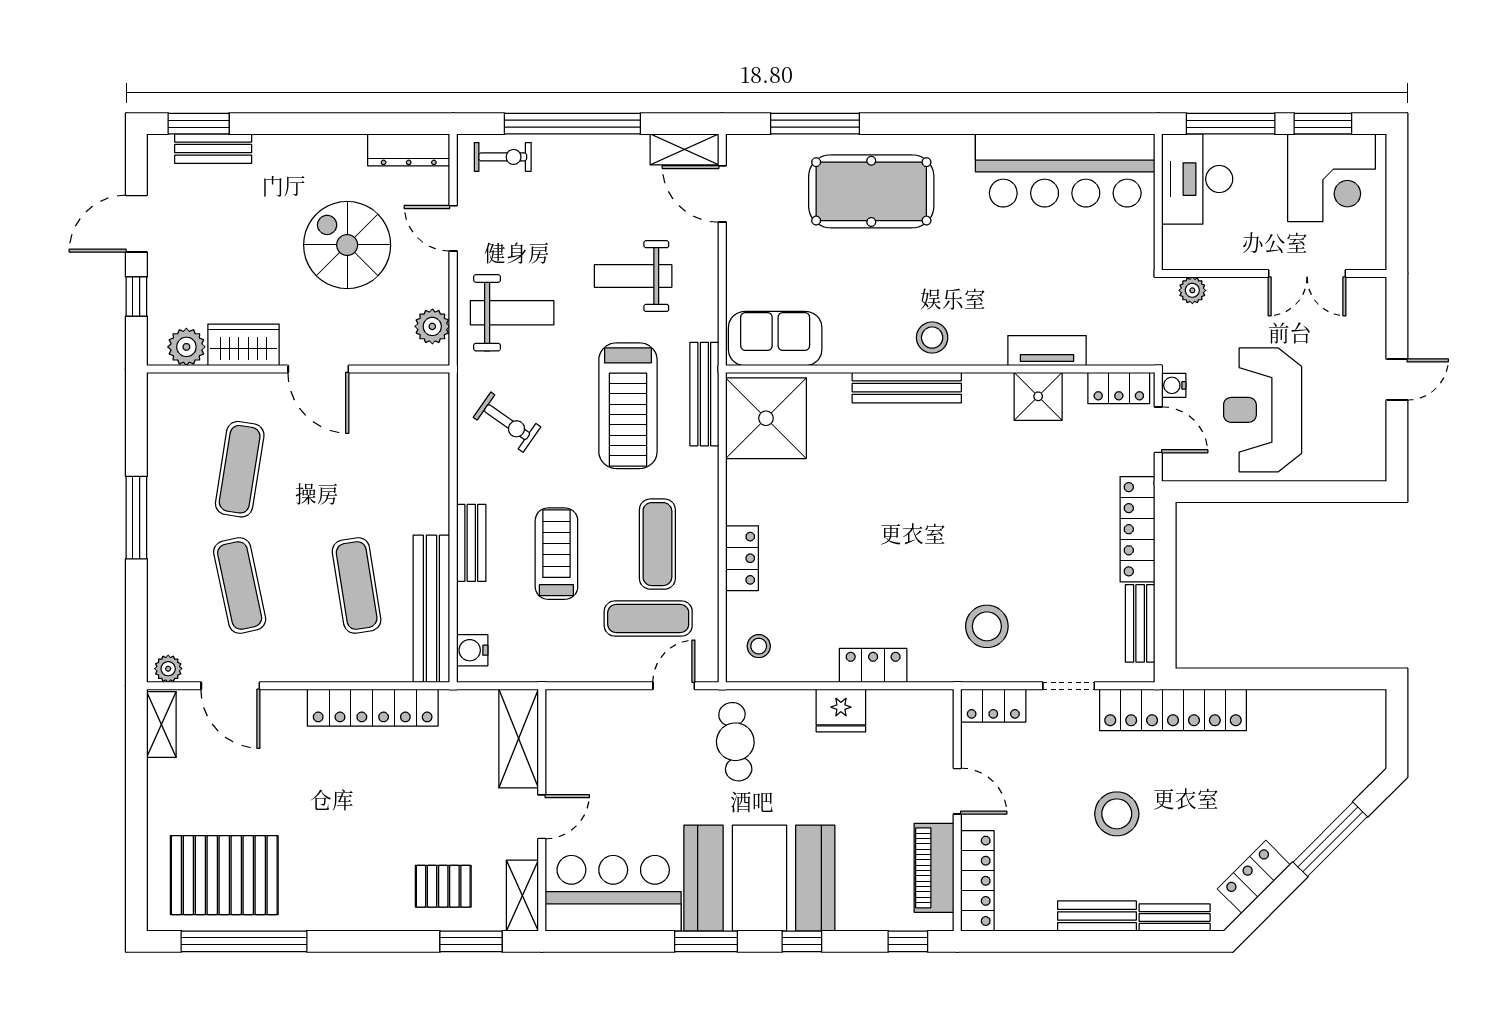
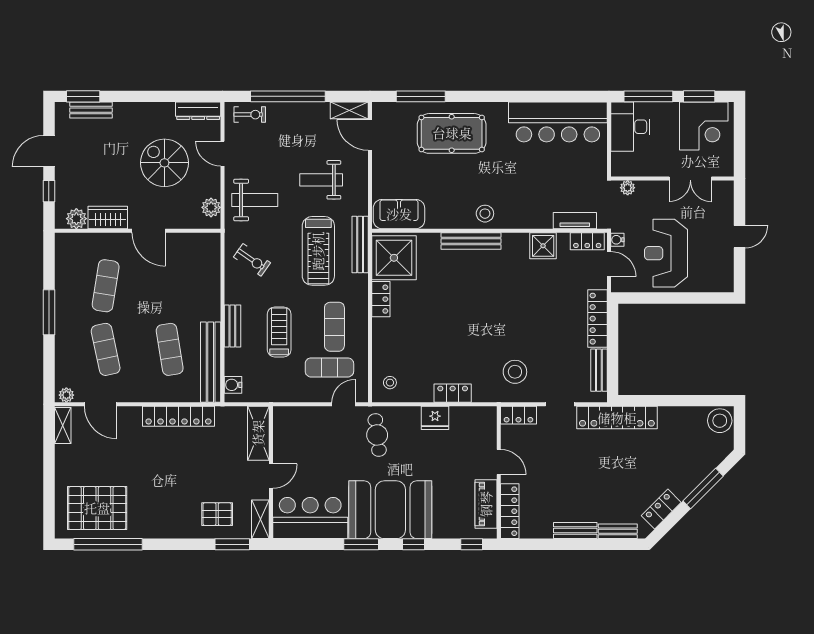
tv unit: (1047, 351) -> (575, 221), moved
locker: (742, 558) -> (381, 299), moved
stool: (1117, 814) -> (720, 421), moved

